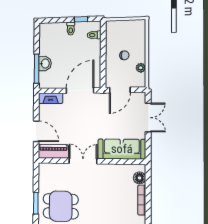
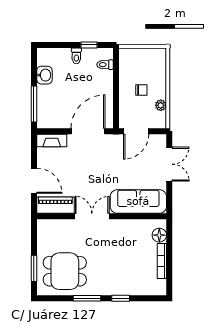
washbasin: (45, 64) -> (44, 75), moved

